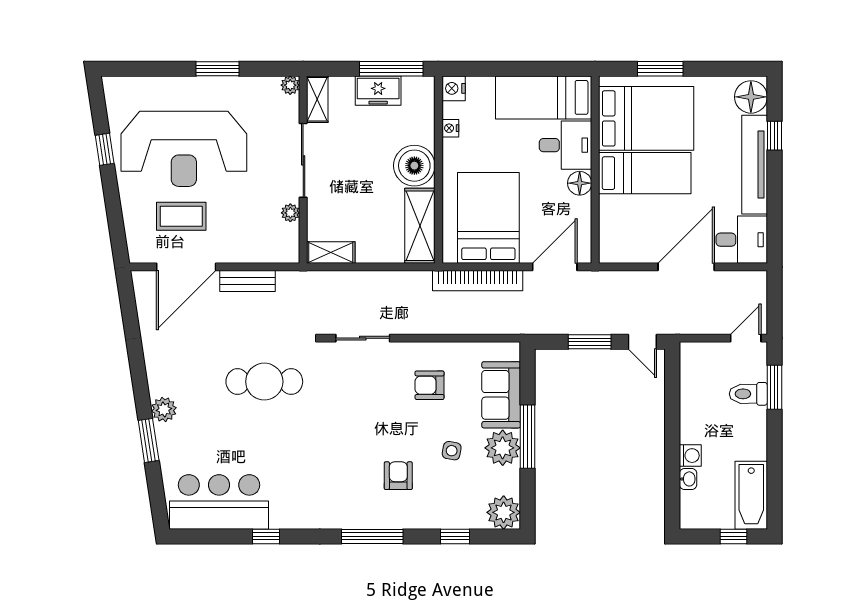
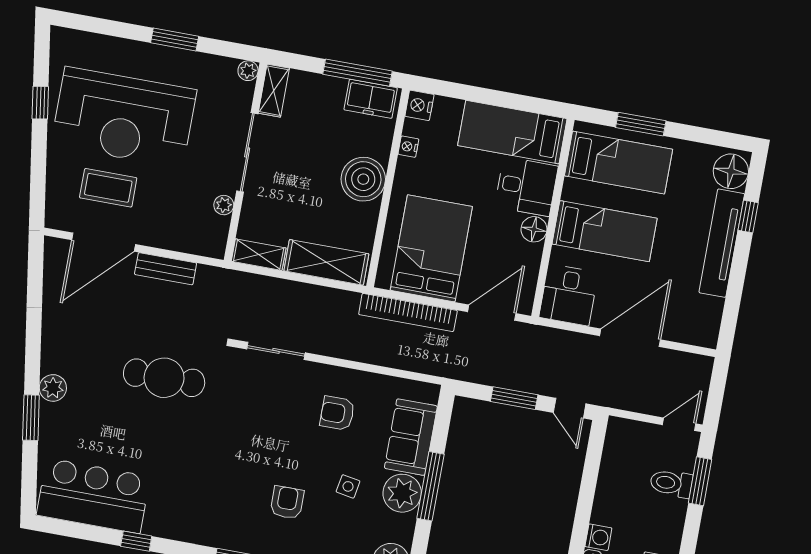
freezer: (378, 91) -> (371, 99), moved
bed: (646, 118) -> (619, 163), width x0.67
shelving: (420, 226) -> (326, 262), moved, turned 90
desk: (742, 240) -> (569, 295), moved, turned 90

